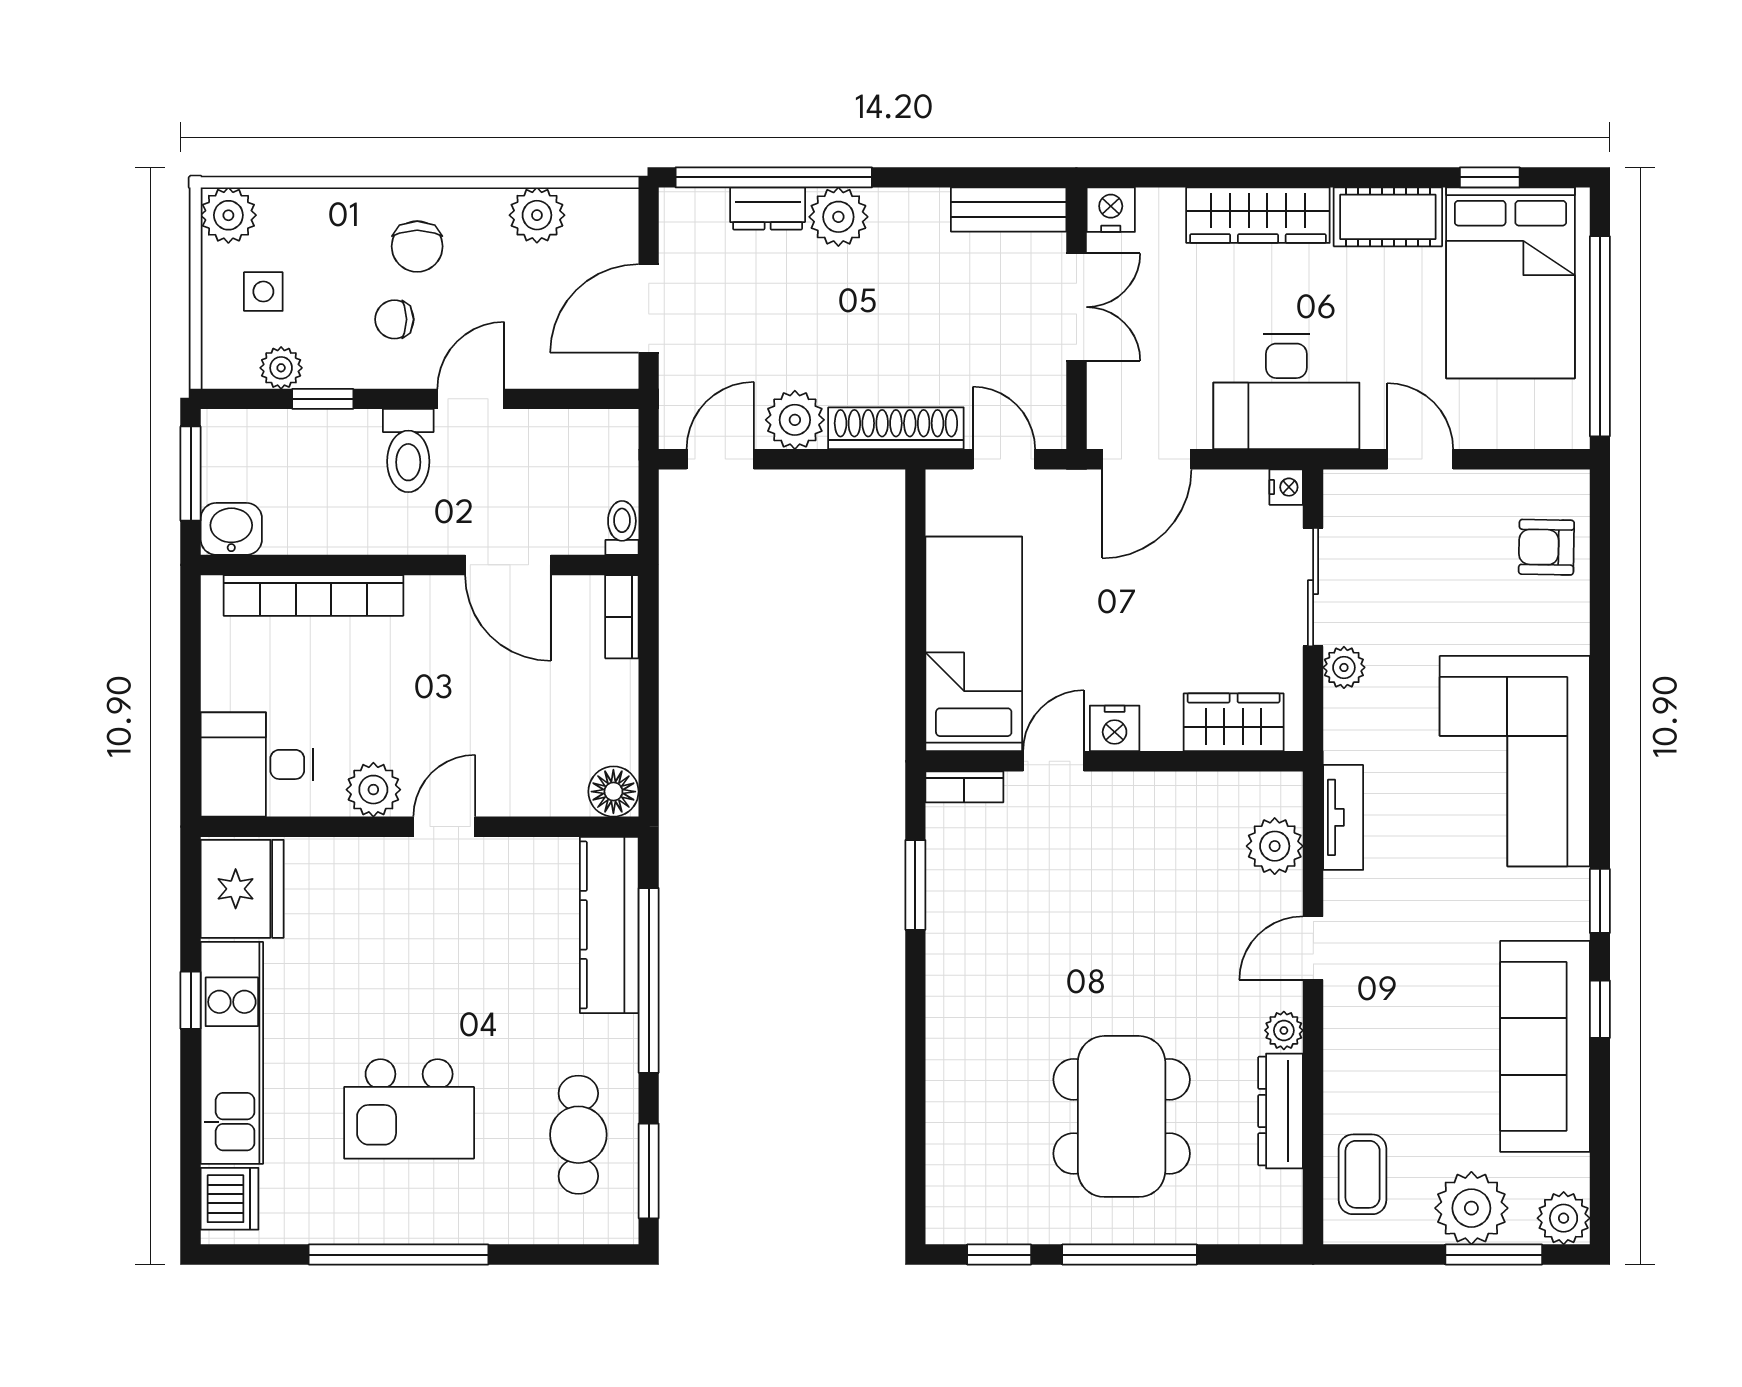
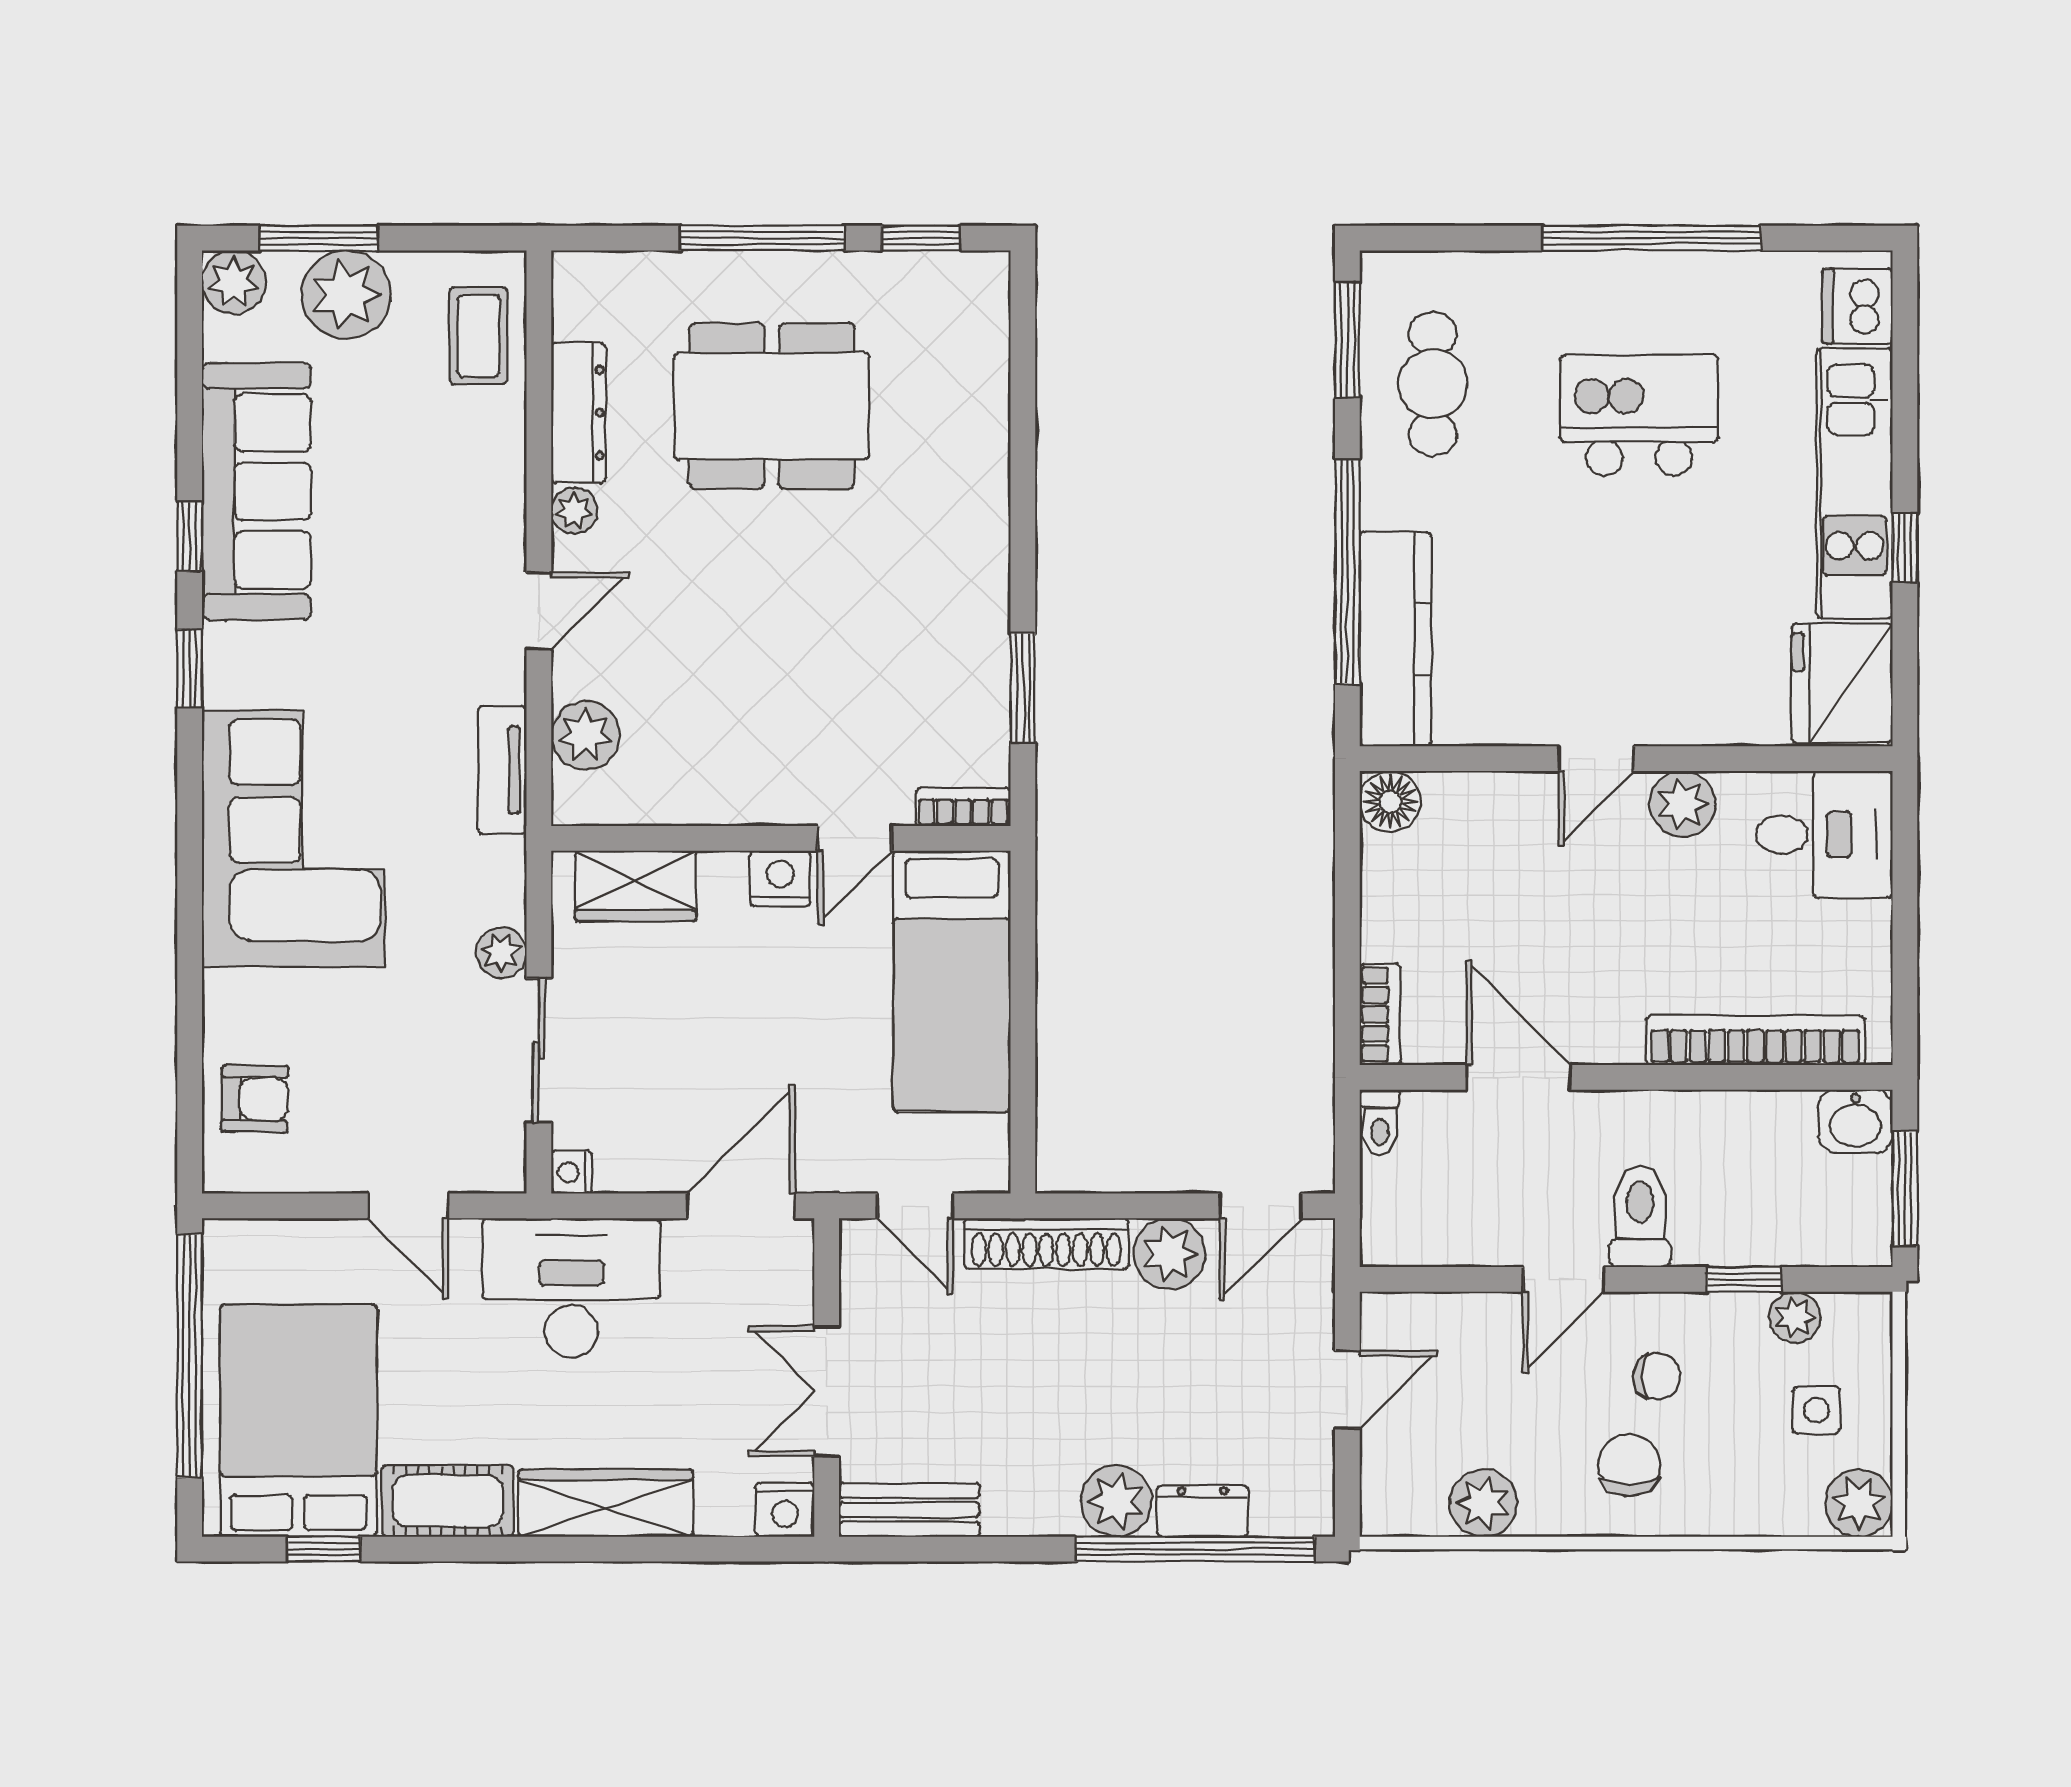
door: (649, 308) -> (1347, 1390), width x0.73
dining table: (1122, 1116) -> (772, 406), turned 90

